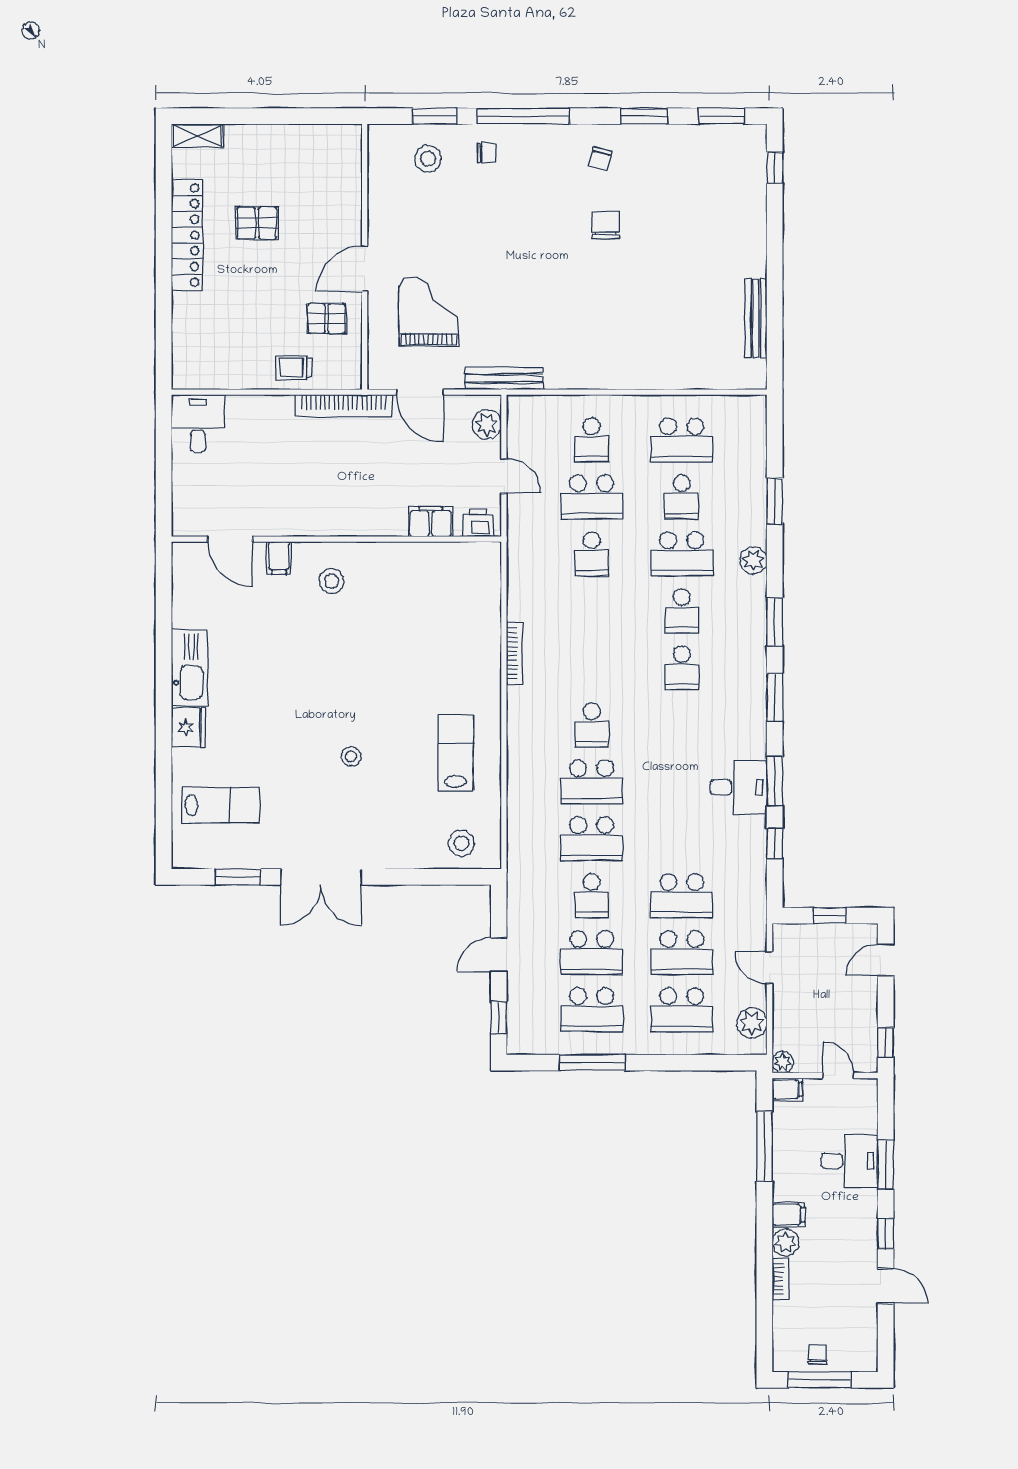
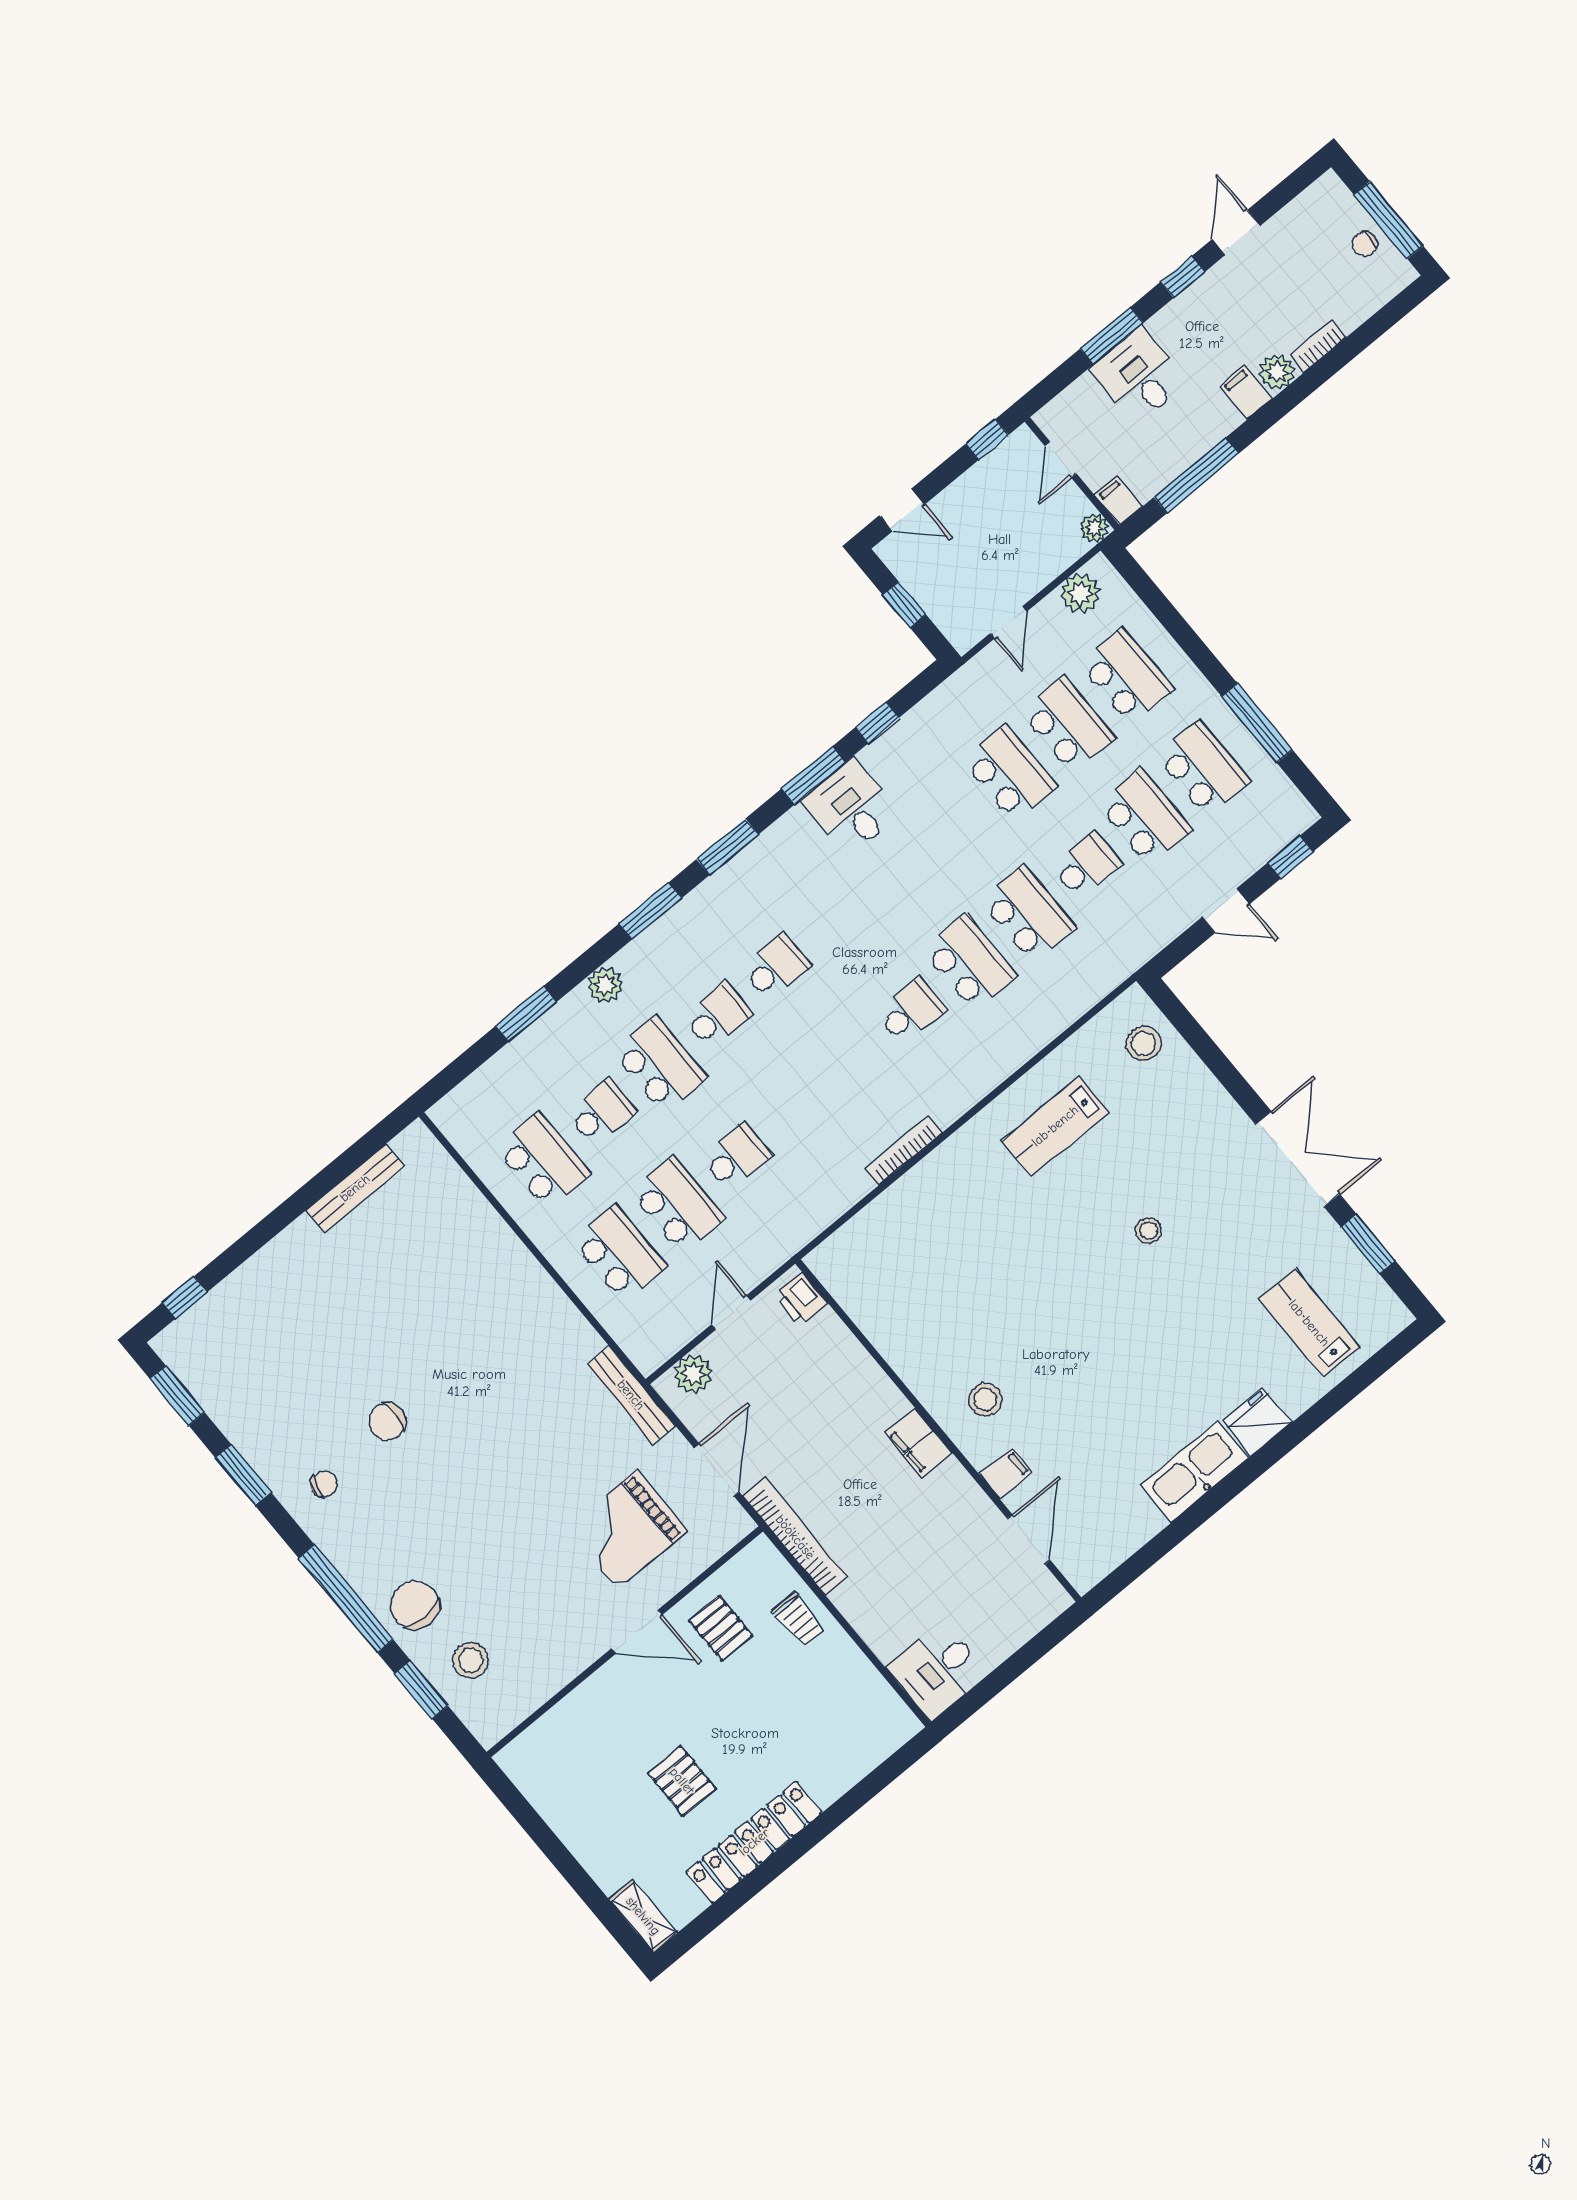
chair: (487, 153) -> (415, 1605), width x1.87, depth x1.87
school desk: (592, 440) -> (620, 1253), width x1.85
filing cabinet: (431, 522) -> (918, 1443), moved

